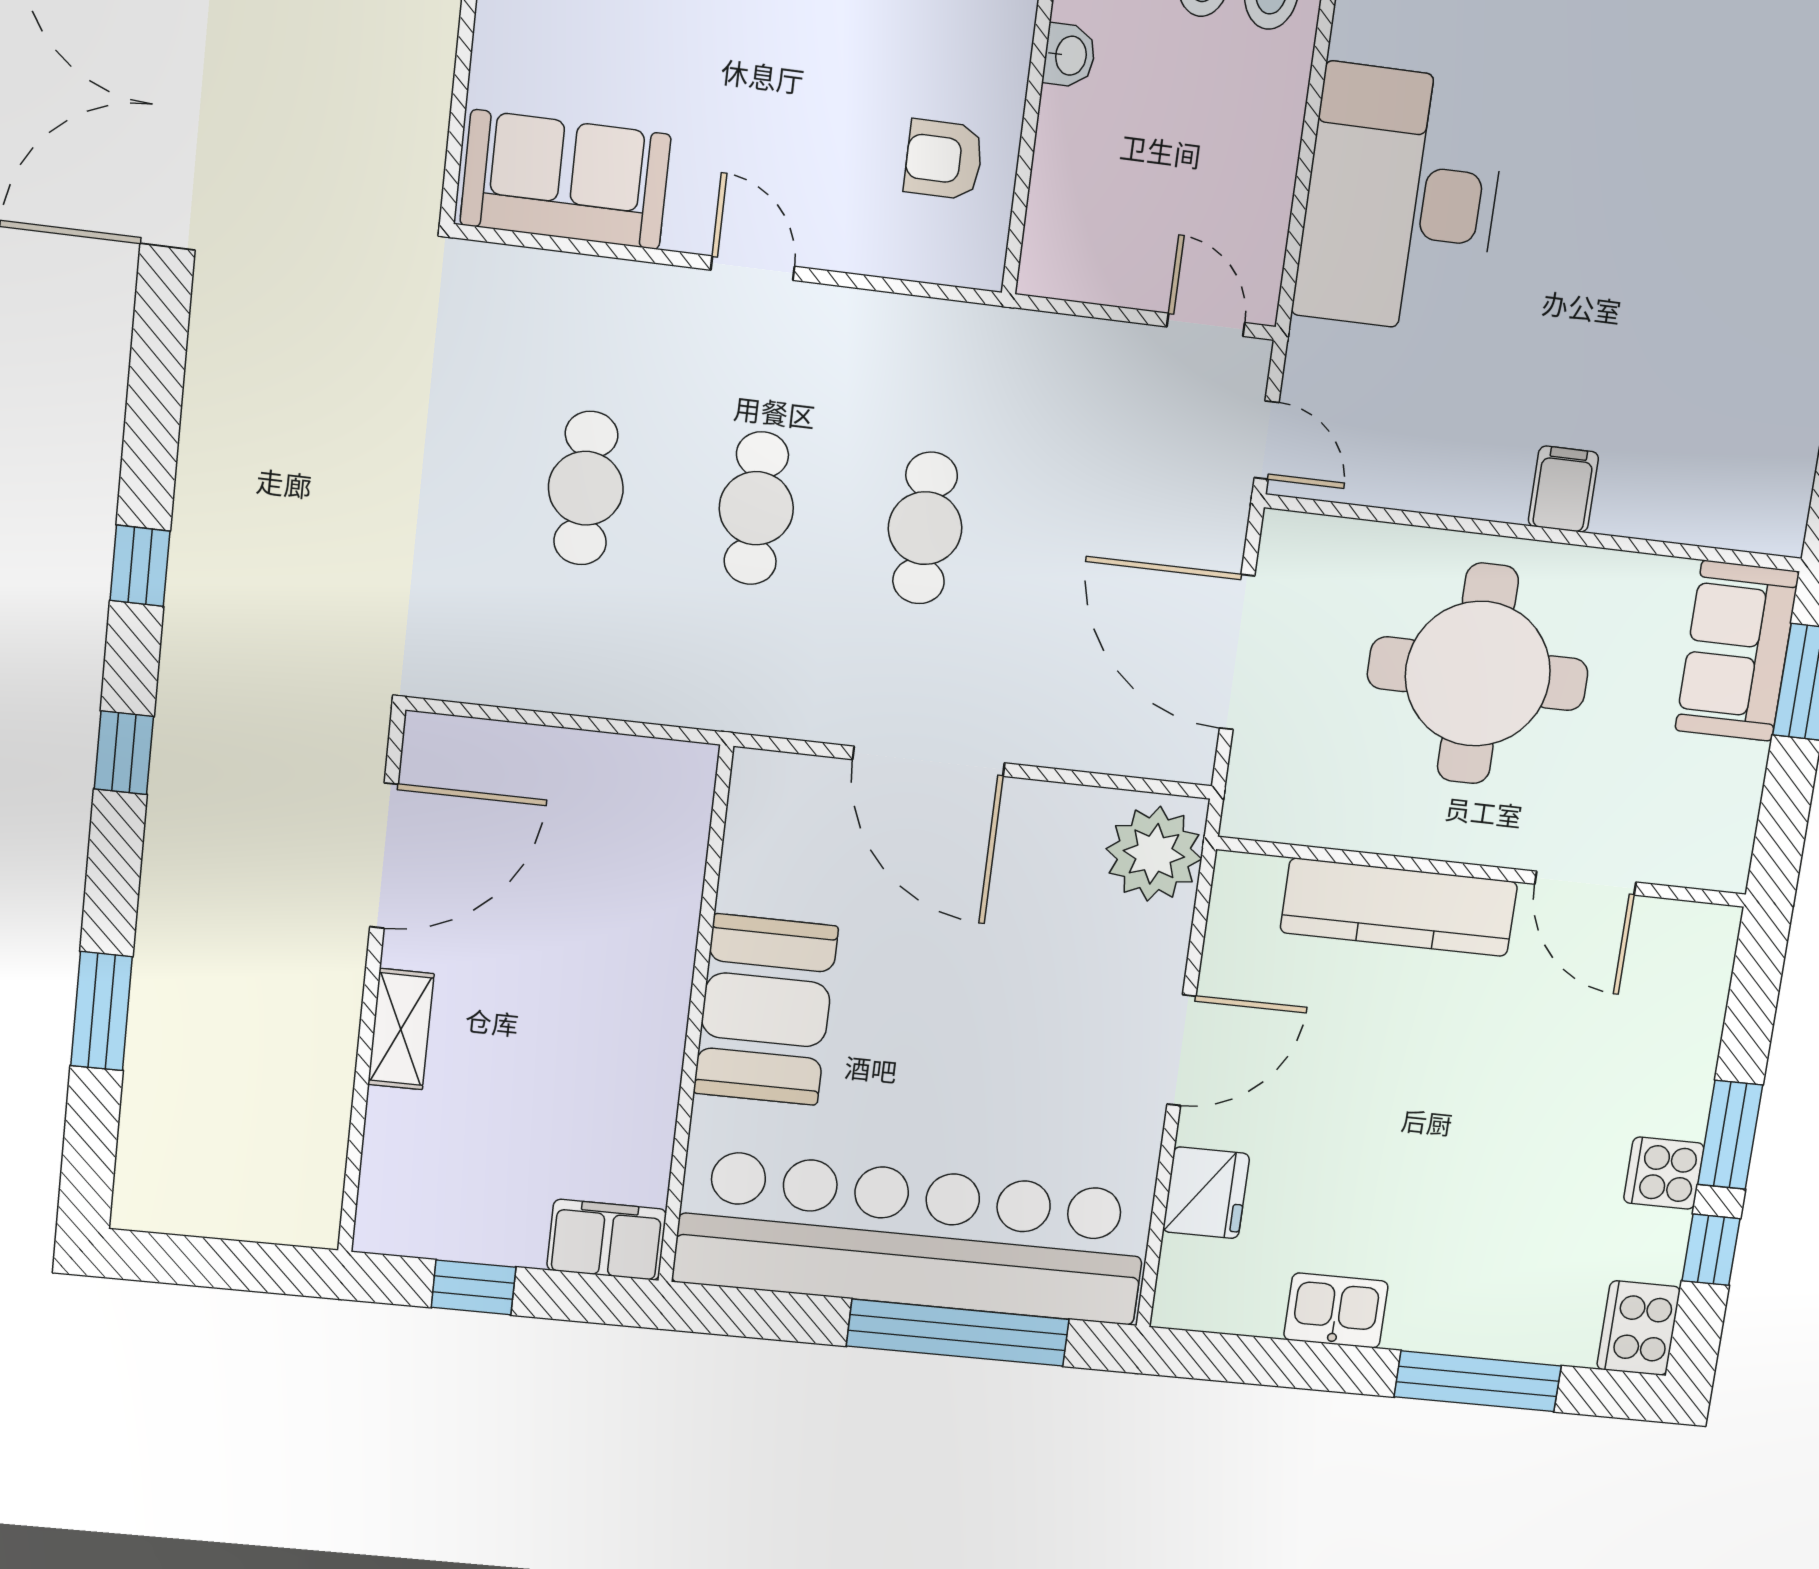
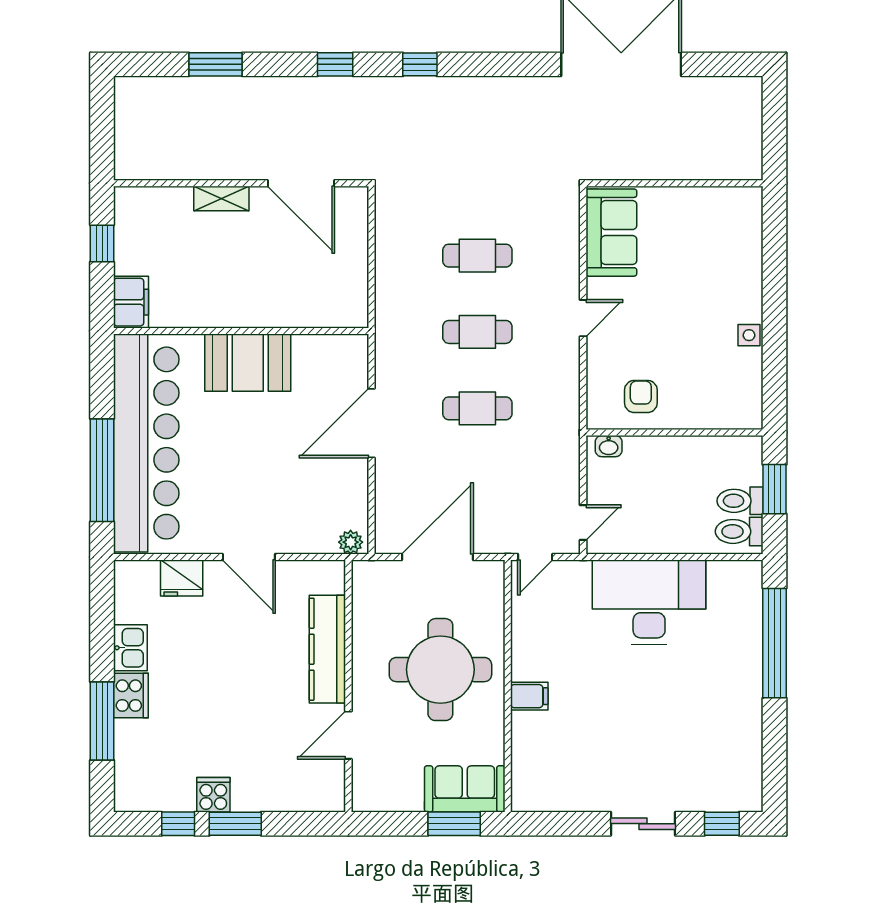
washbasin: (1070, 55) -> (609, 446), moved
plant: (1154, 854) -> (351, 542), width x0.53, depth x0.53
cooker: (1639, 1328) -> (131, 696), moved, turned 90

